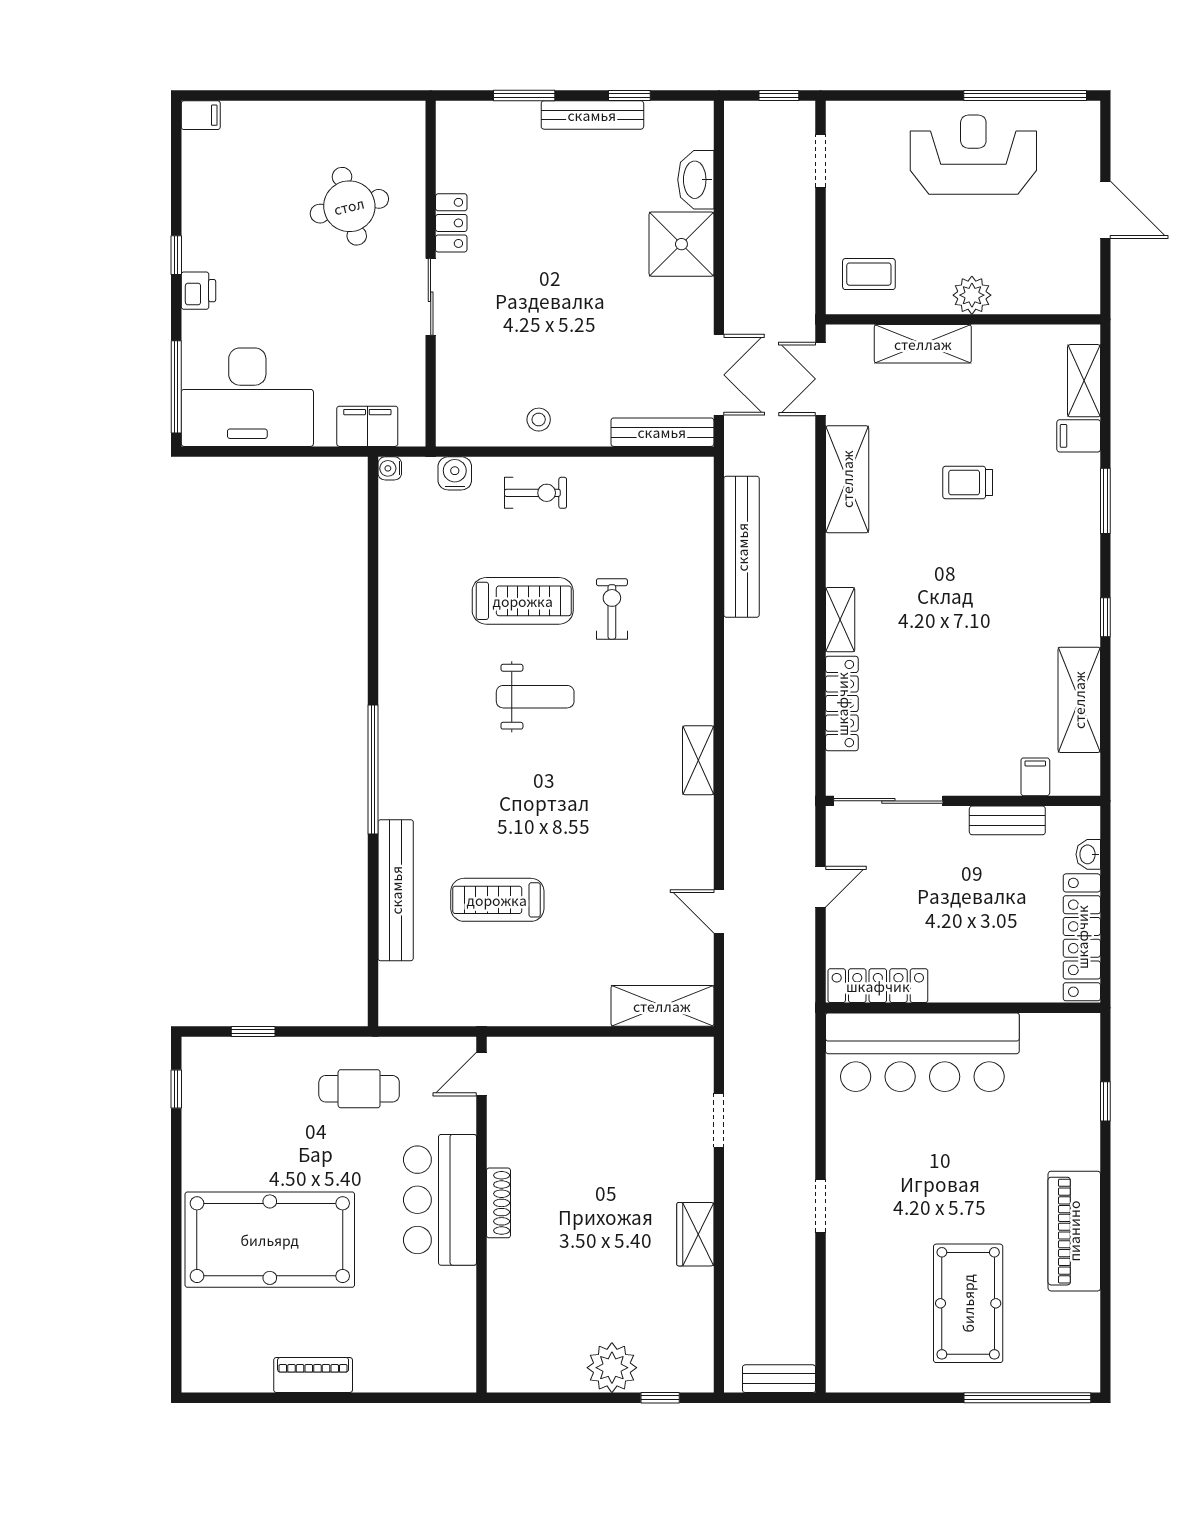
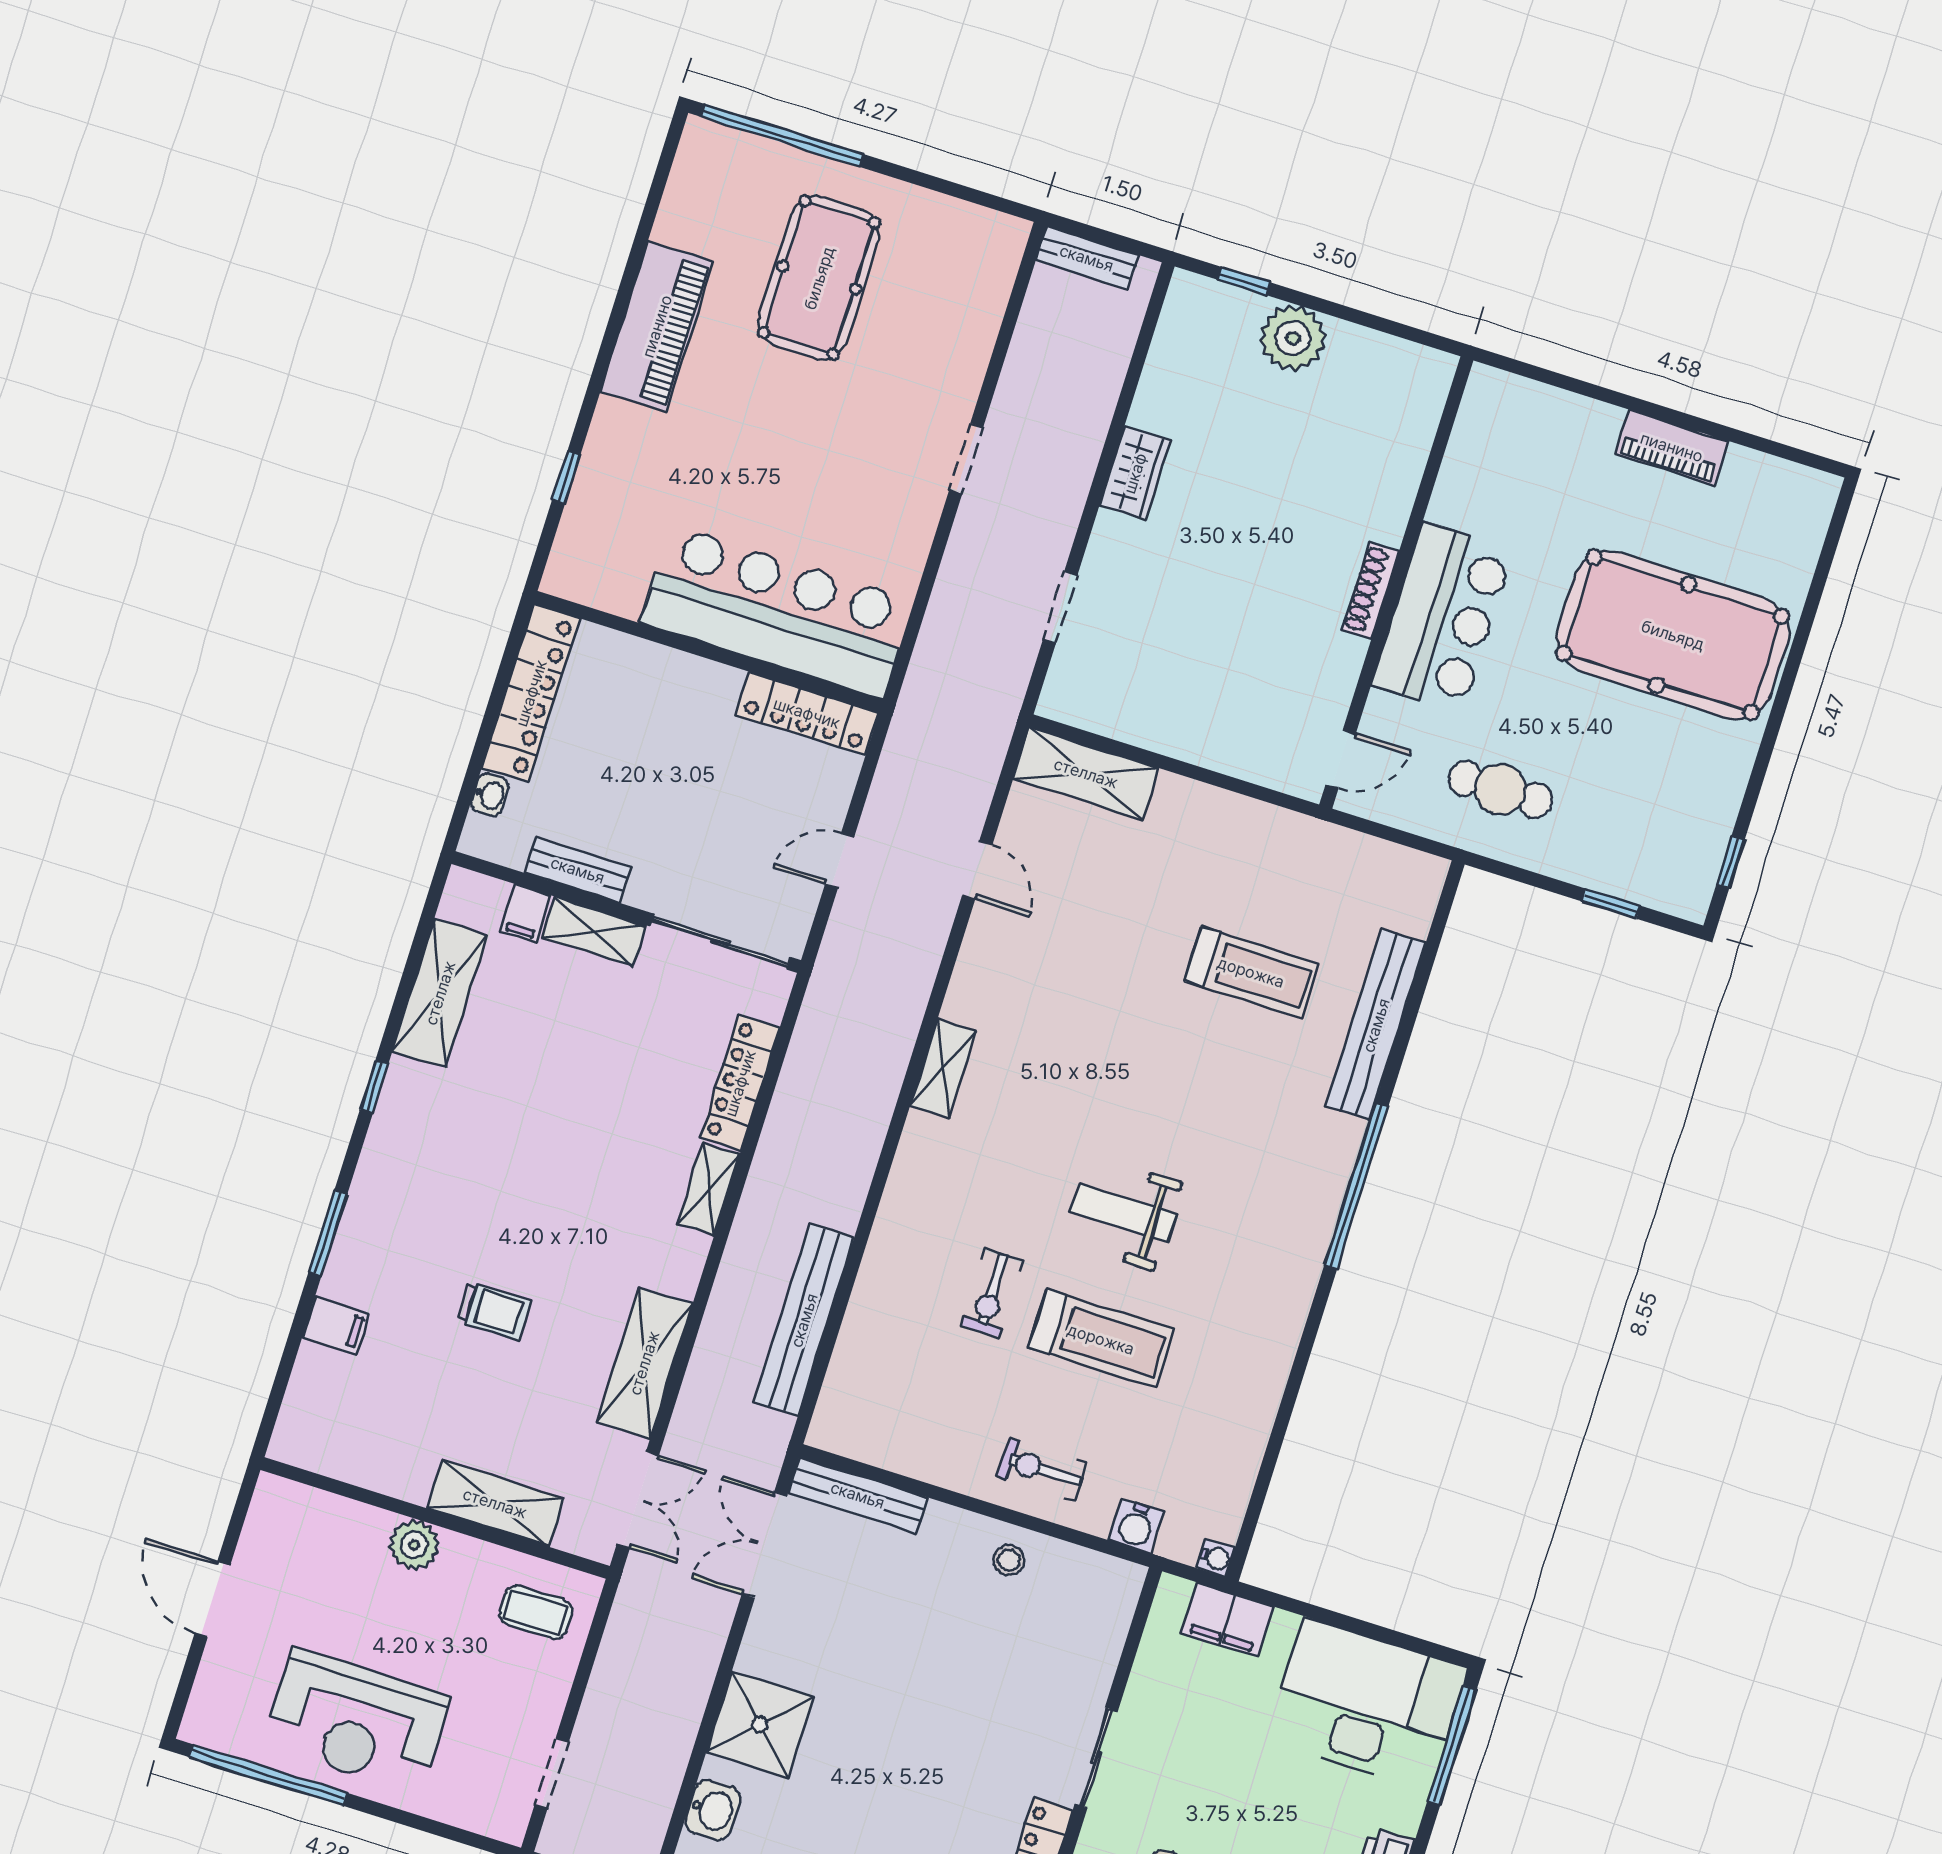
washbasin: (696, 180) -> (713, 1810), width x0.72
shelving: (1084, 381) -> (594, 931), moved, turned 90
treadmill: (523, 601) -> (1101, 1339), turned 180

